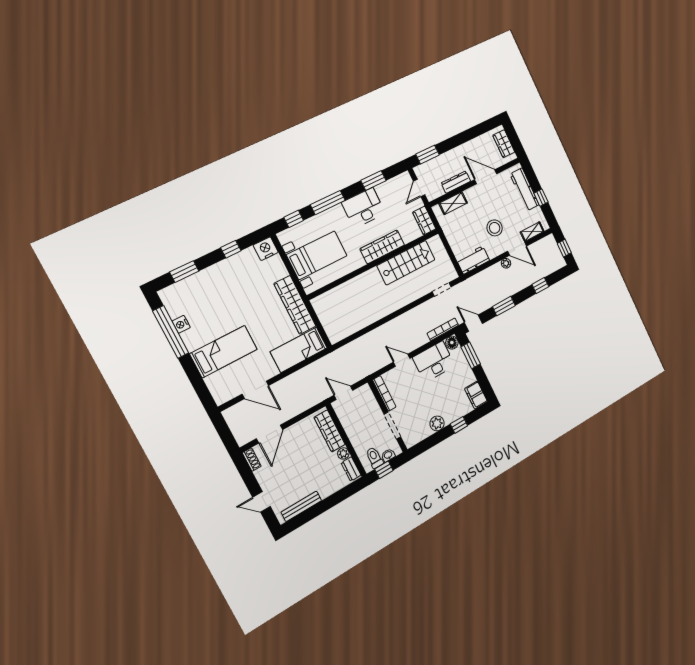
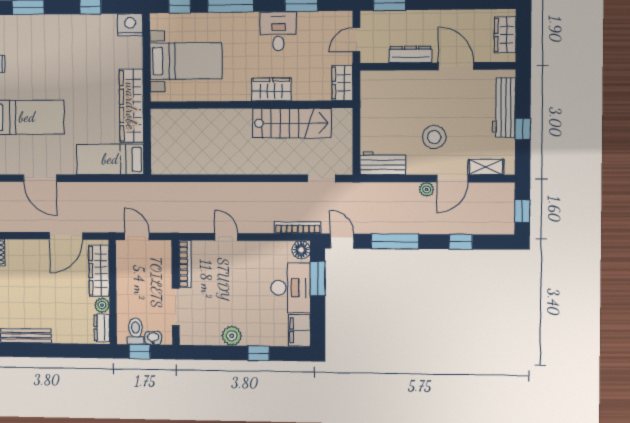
shelving: (453, 203) -> (393, 79), removed
desk: (363, 208) -> (278, 31), width x0.73
wardrobe: (382, 247) -> (271, 89), width x0.67
door: (517, 249) -> (452, 179), hinge flipped
window: (504, 306) -> (395, 241), width x1.44
desk: (434, 362) -> (291, 288), moved, turned 90
door: (270, 434) -> (66, 236), moved

